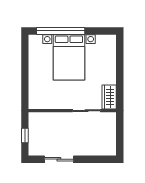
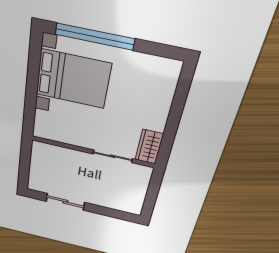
bed with nightstands: (69, 57) -> (73, 79), moved, turned -90
window: (25, 135) -> (24, 166), removed

